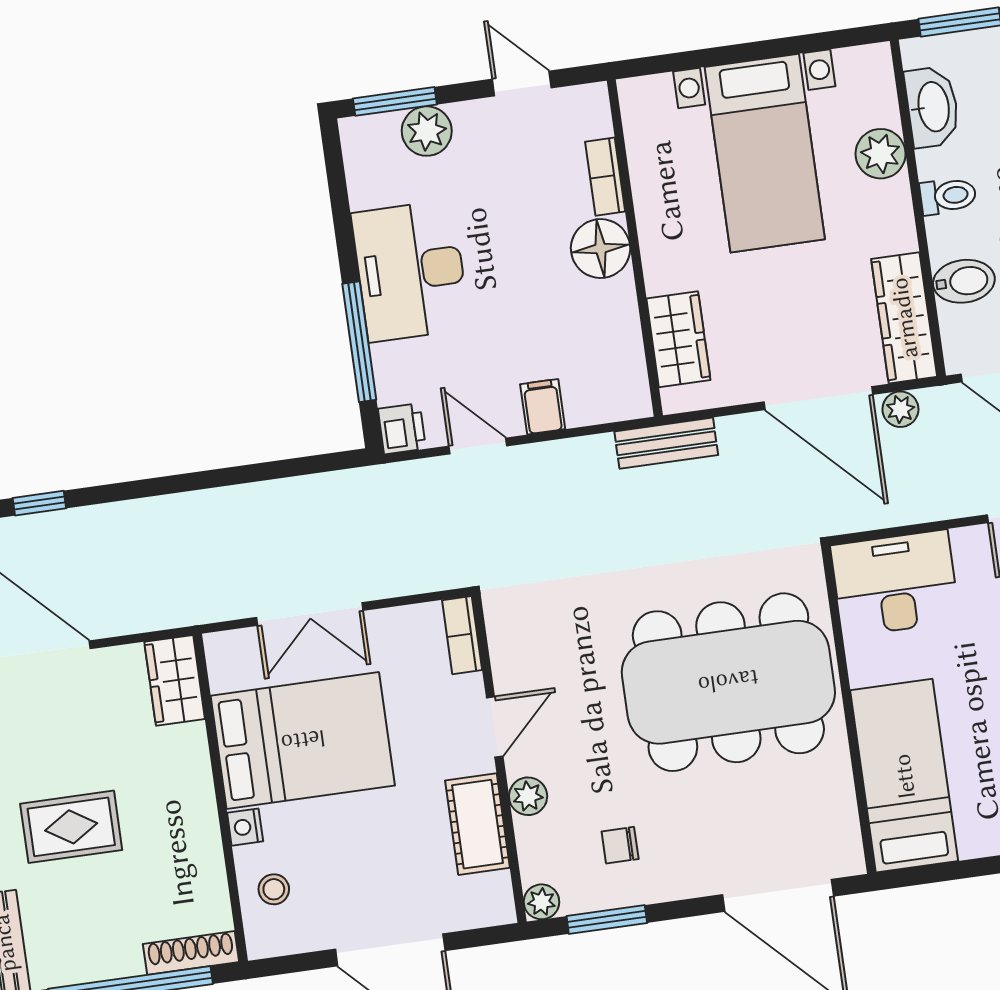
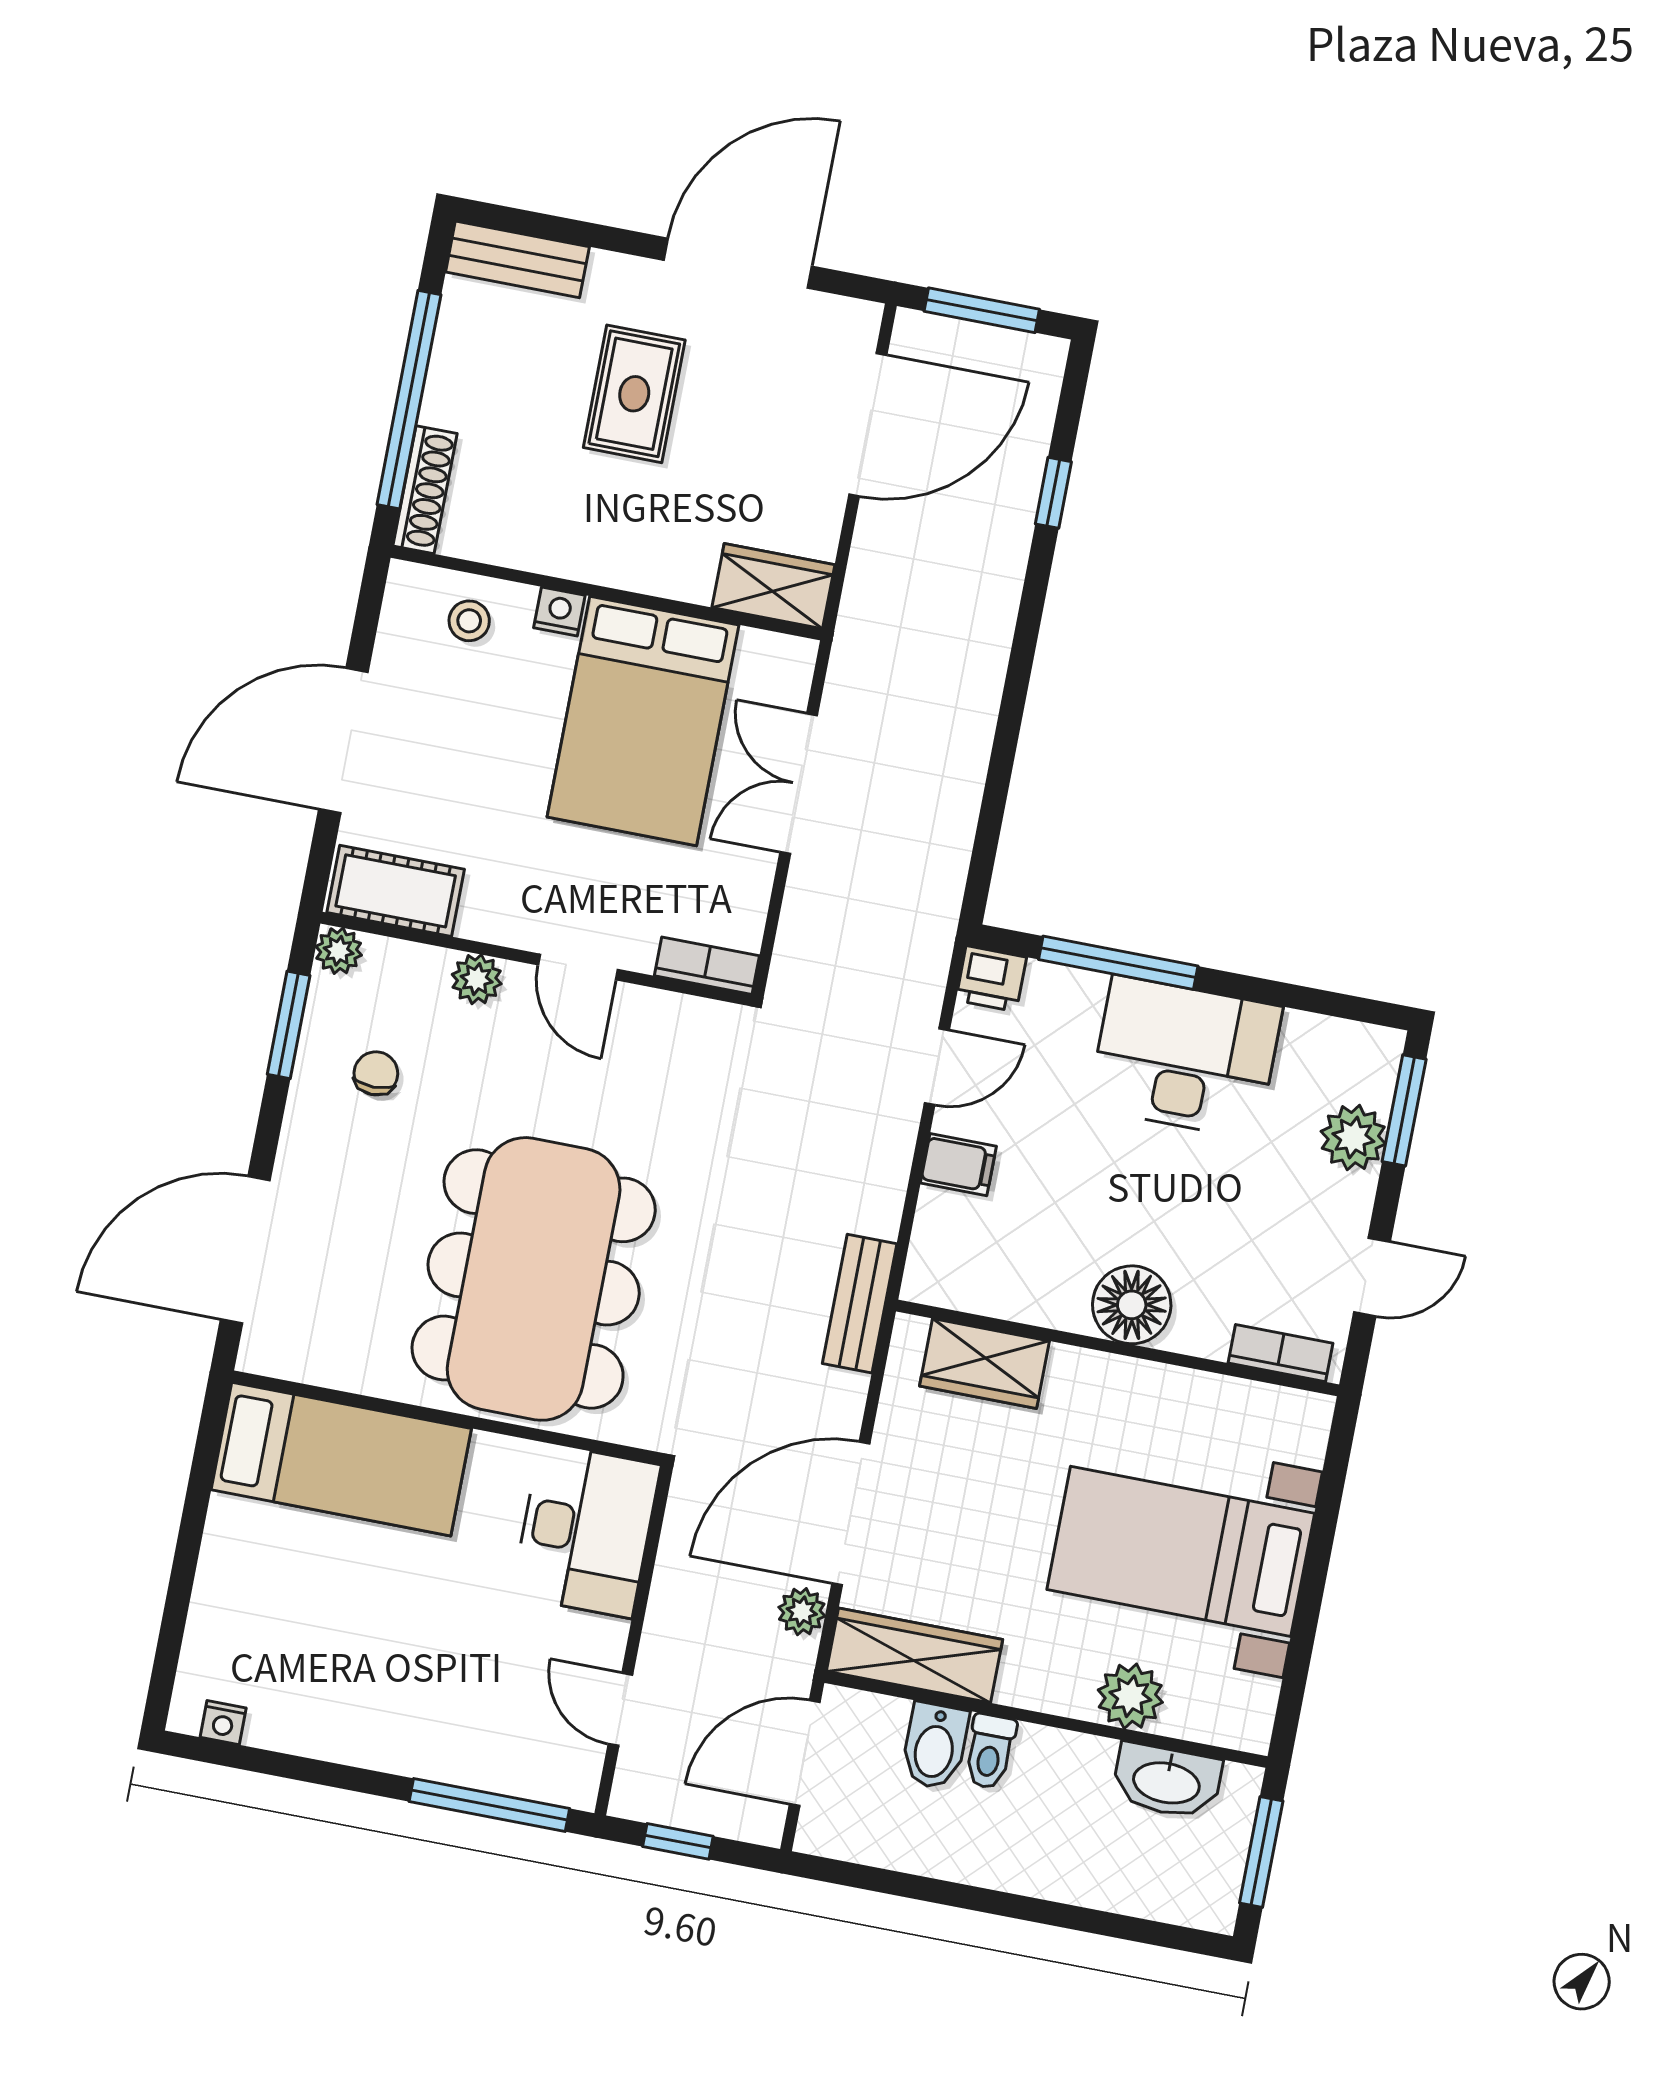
bookcase: (605, 177) -> (1280, 1353), moved
toilet: (948, 196) -> (990, 1751), moved
cot: (478, 824) -> (396, 891), moved

